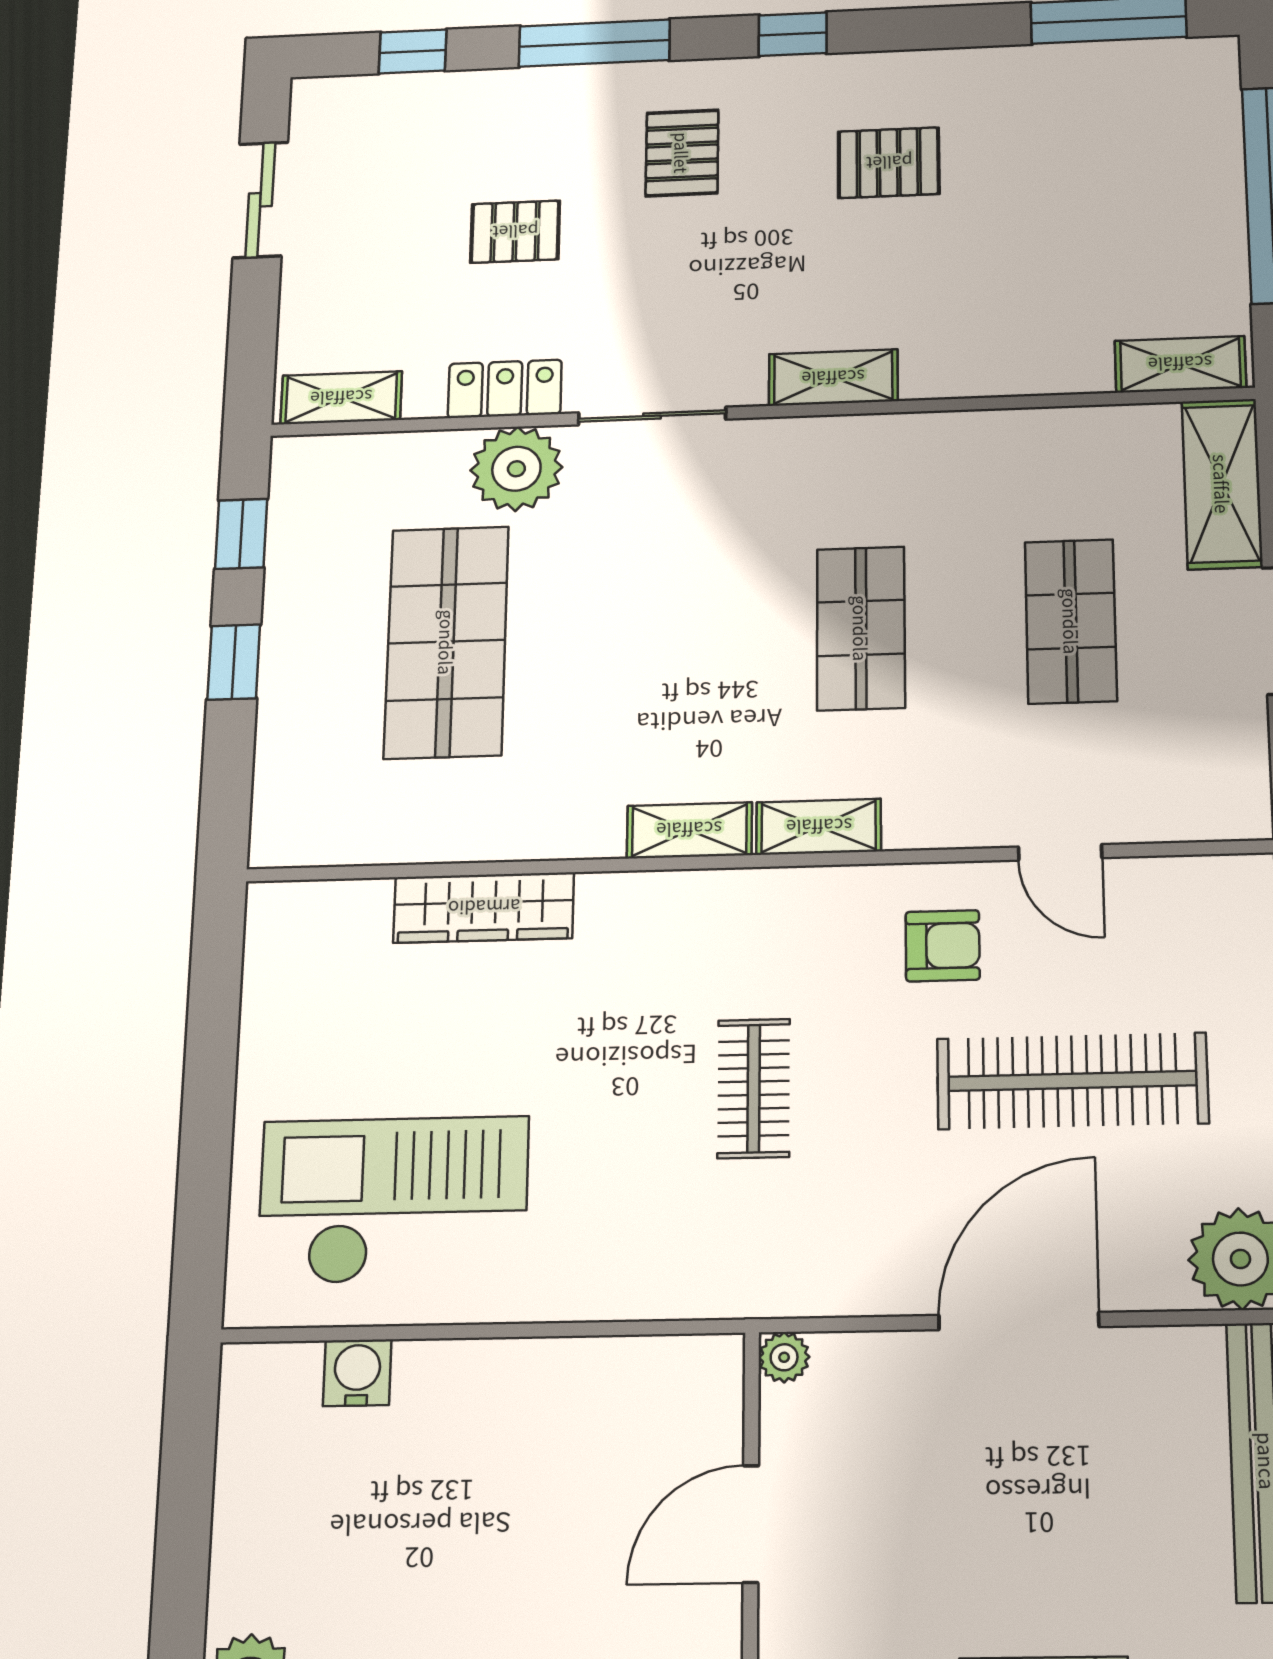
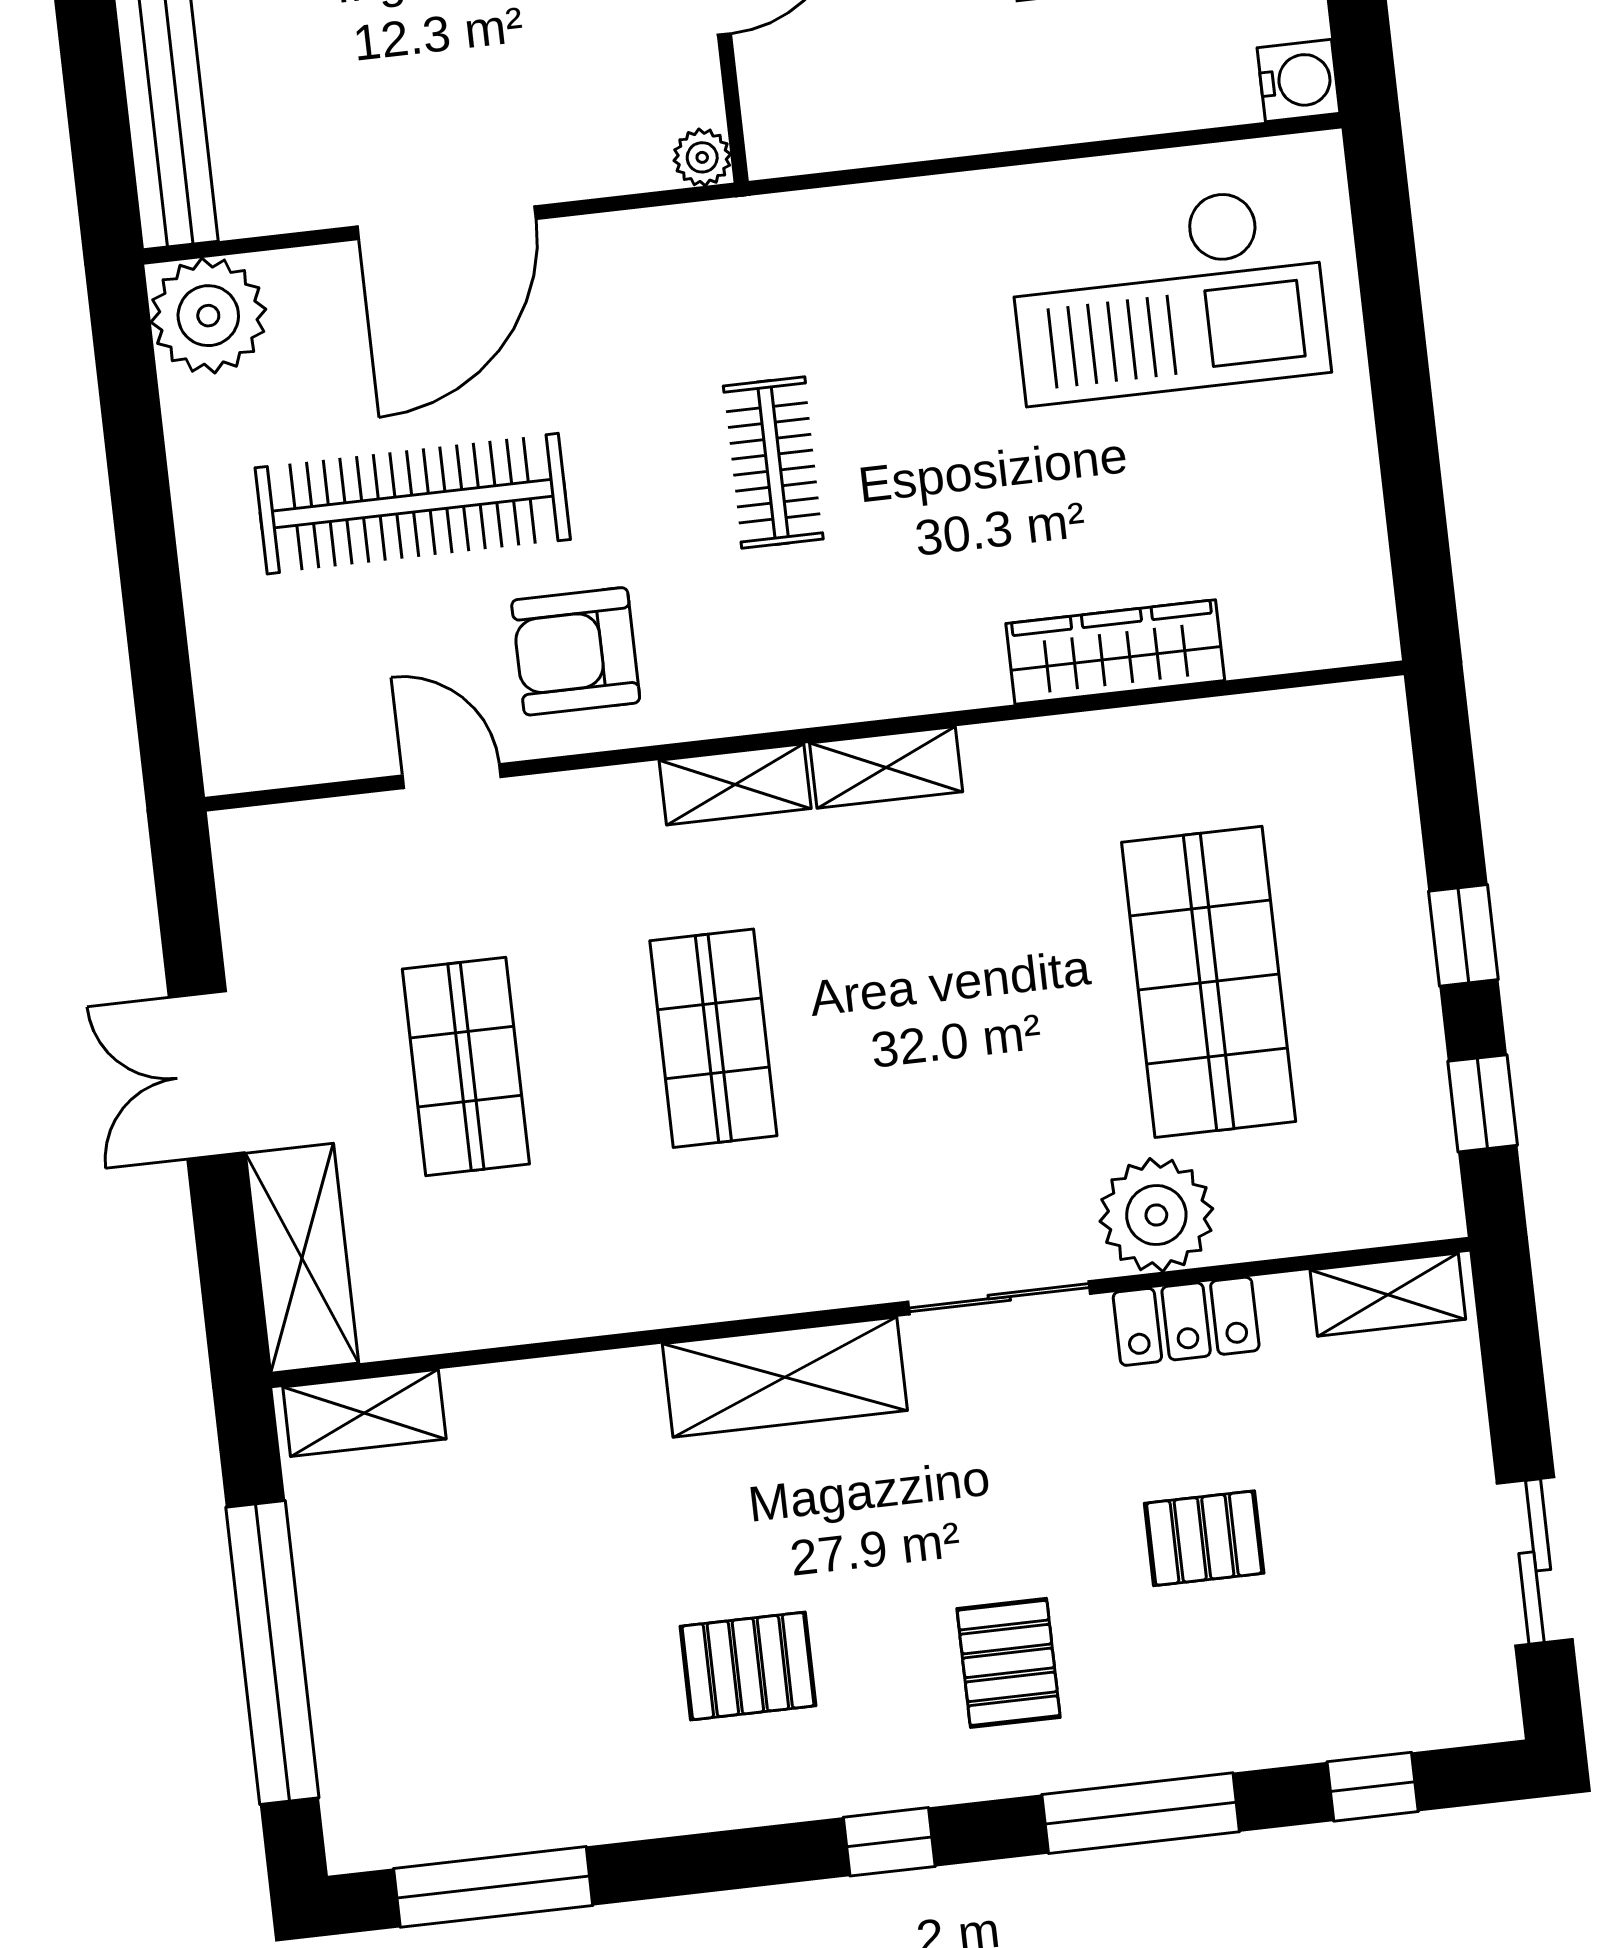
shelving: (833, 378) -> (785, 1377), width x1.50, depth x1.33
armchair: (943, 946) -> (576, 651), width x1.38, depth x1.38
water cooler: (357, 1373) -> (1298, 81), moved, turned -90

